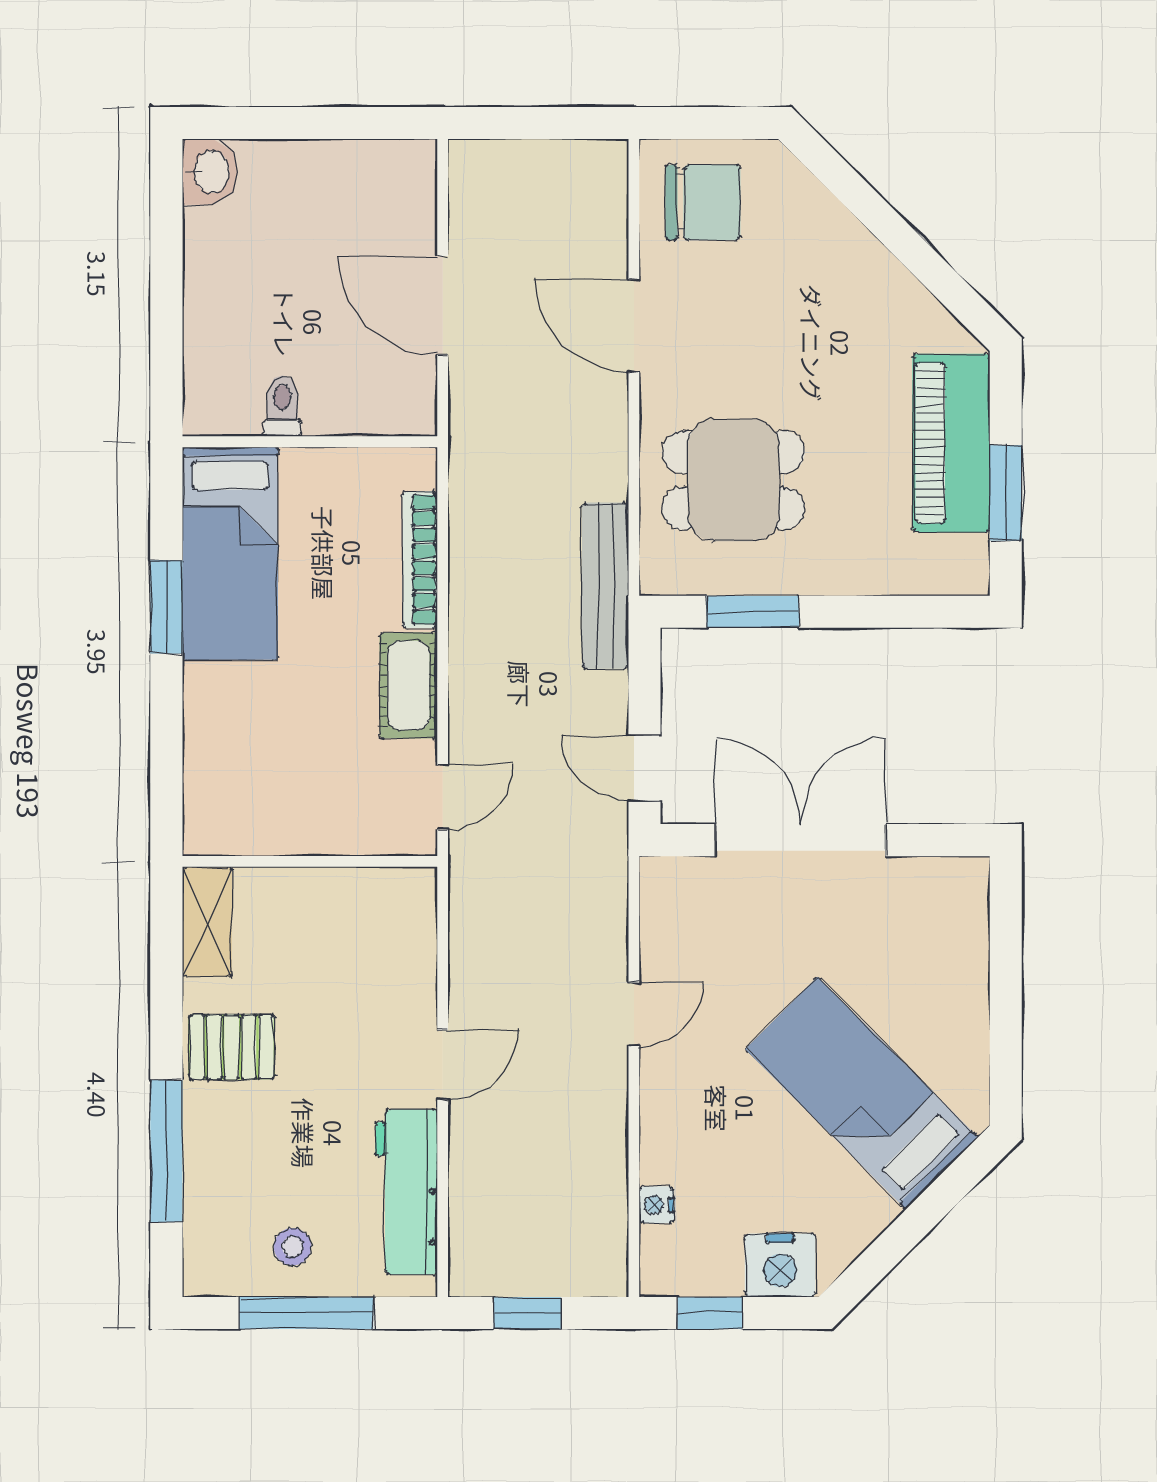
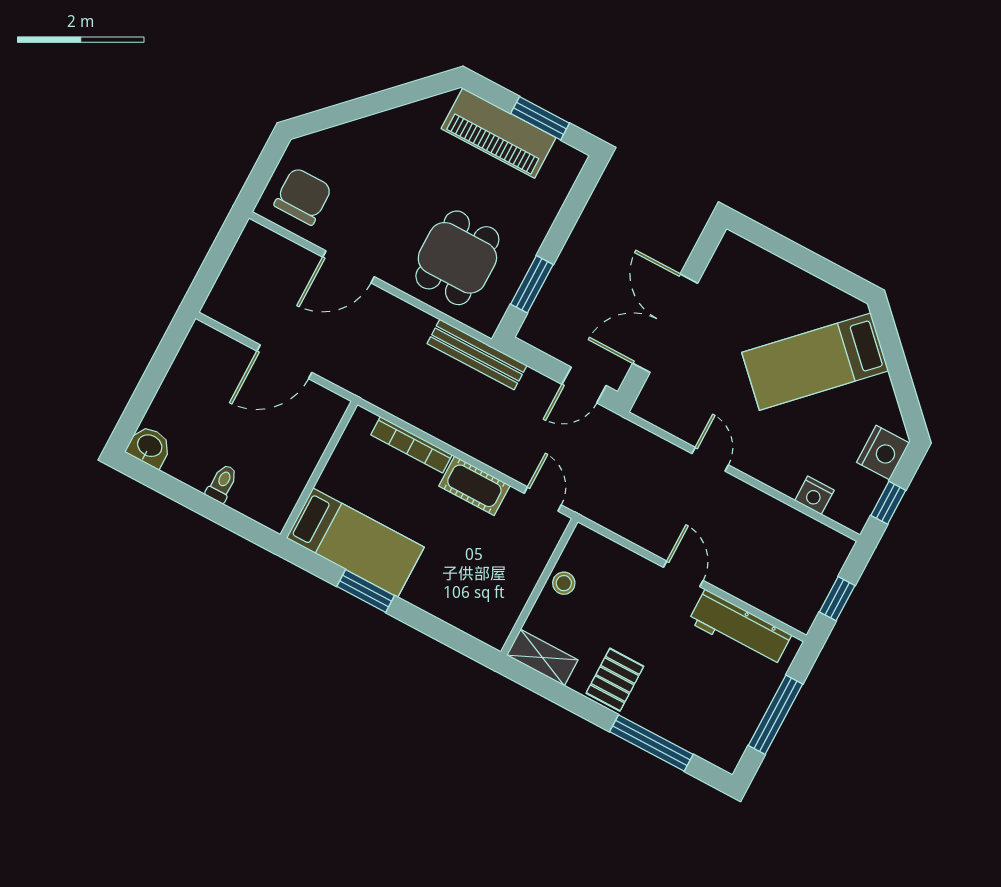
toilet: (282, 406) -> (222, 483), moved, turned 90
nightstand: (657, 1205) -> (814, 495), width x1.39, depth x1.35
stool: (292, 1247) -> (564, 583), moved

